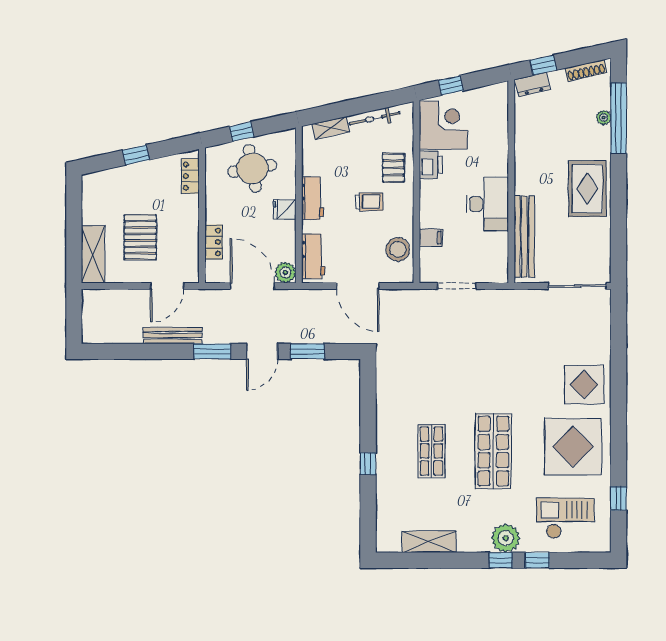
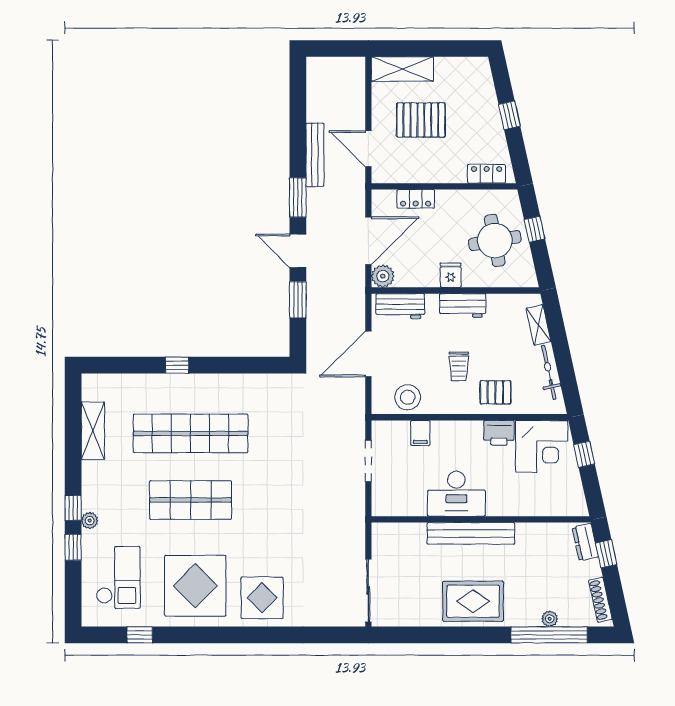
bench: (524, 237) -> (471, 533), moved
shop shelf: (431, 451) -> (191, 433), width x2.00, depth x1.36
plant: (506, 538) -> (90, 521), width x0.53, depth x0.53

